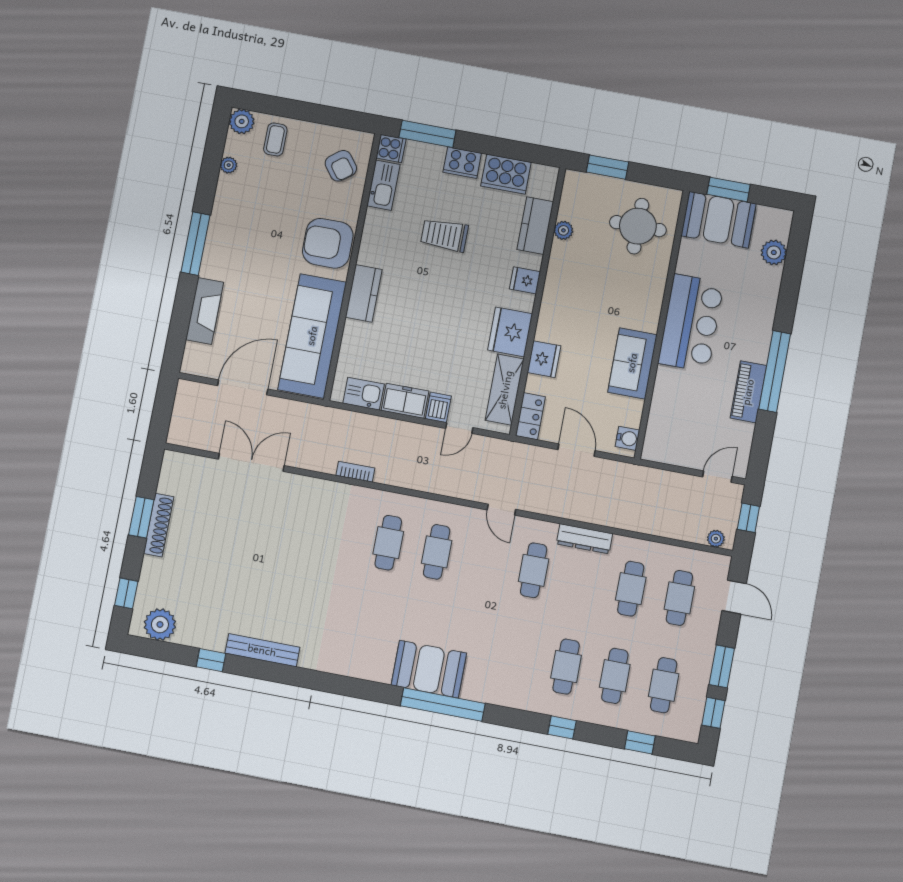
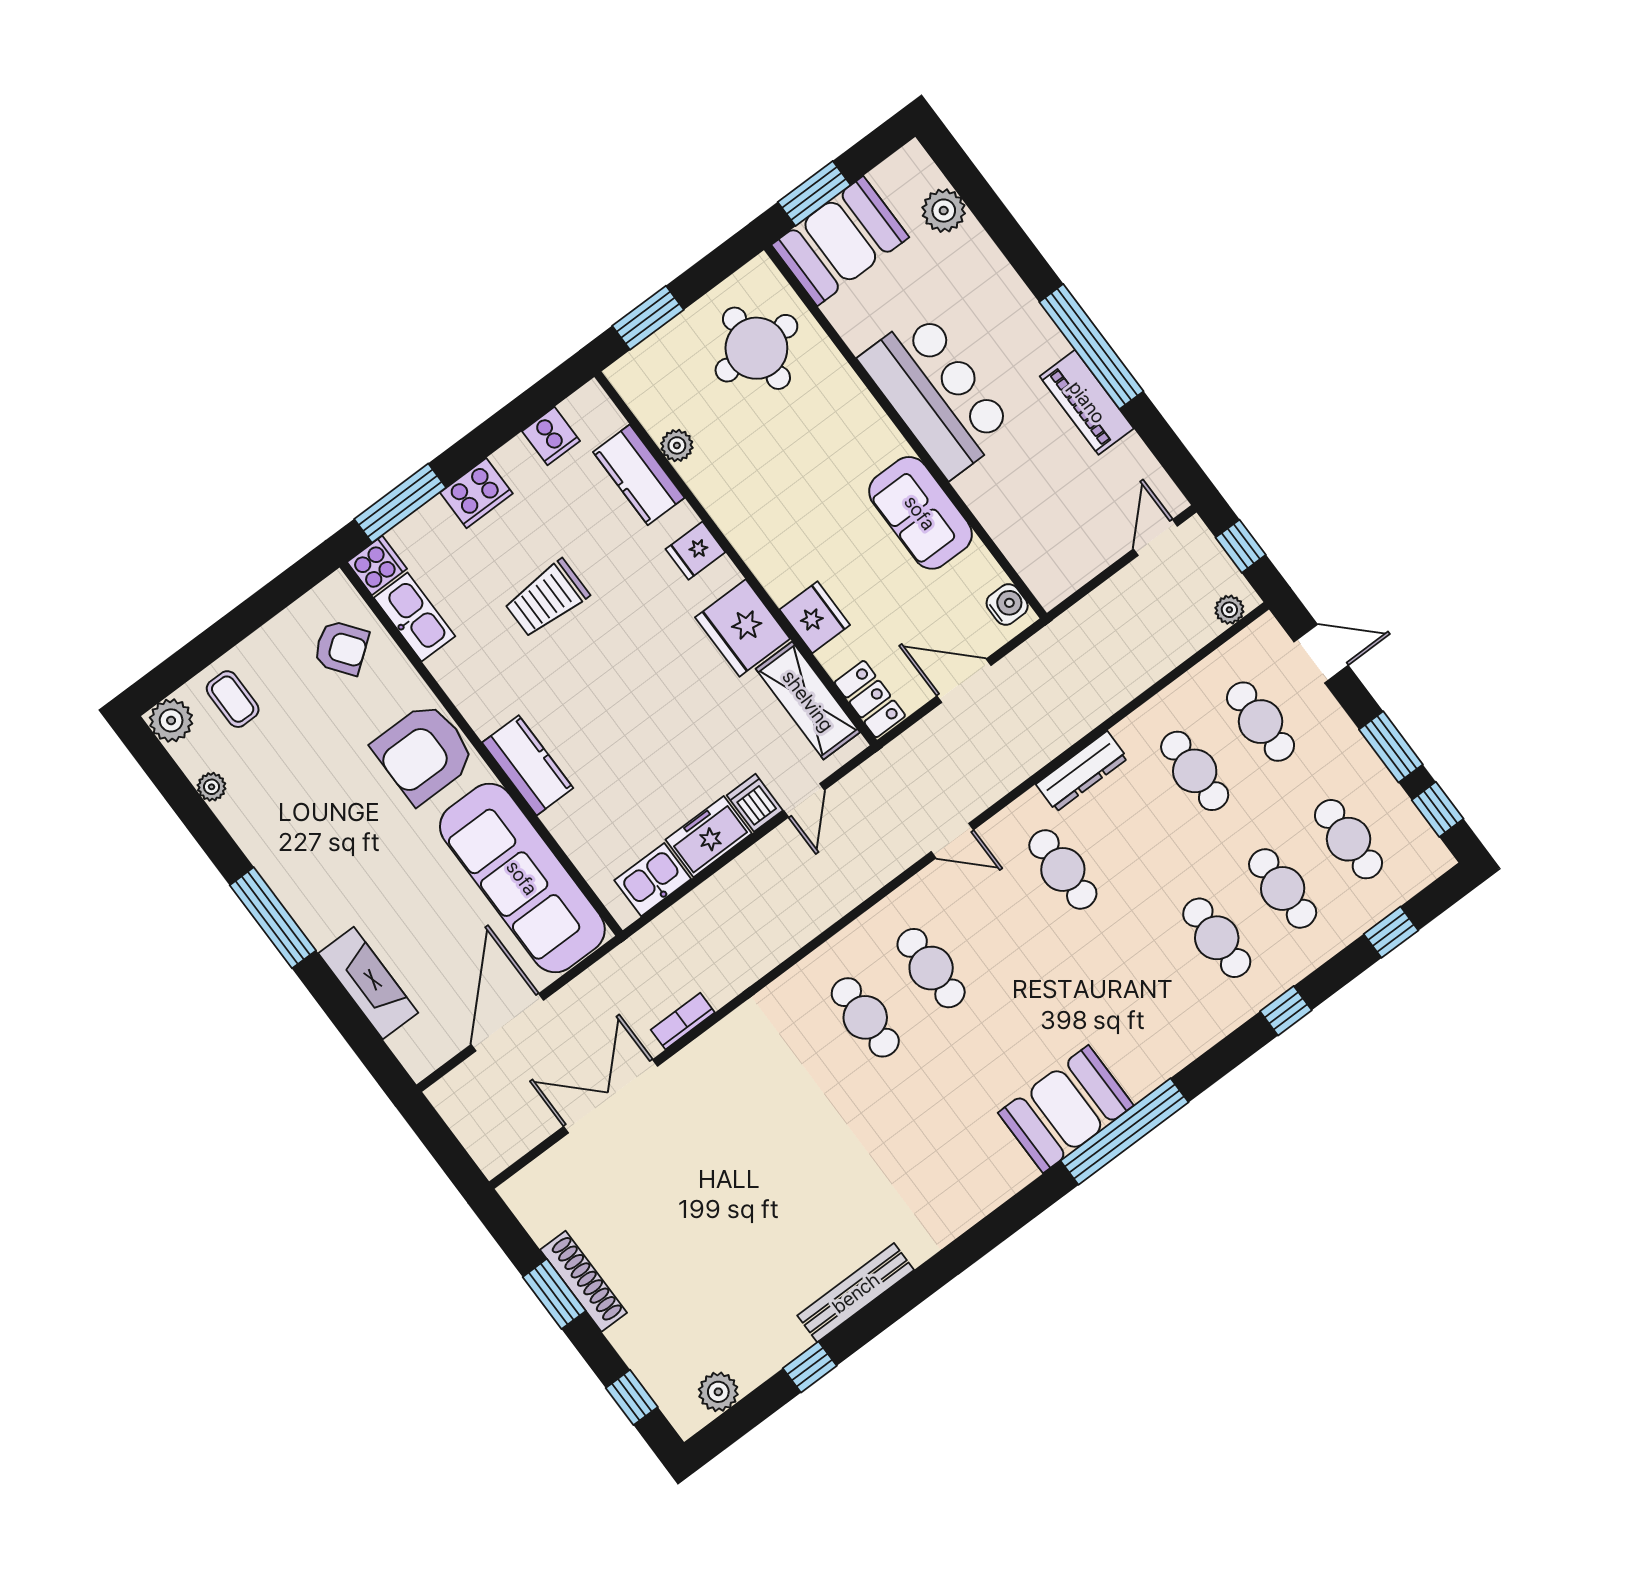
cooker: (506, 174) -> (551, 436), width x0.53, depth x0.76
bookcase: (355, 472) -> (683, 1021), moved
plant: (160, 624) -> (718, 1392), width x0.73, depth x0.73

